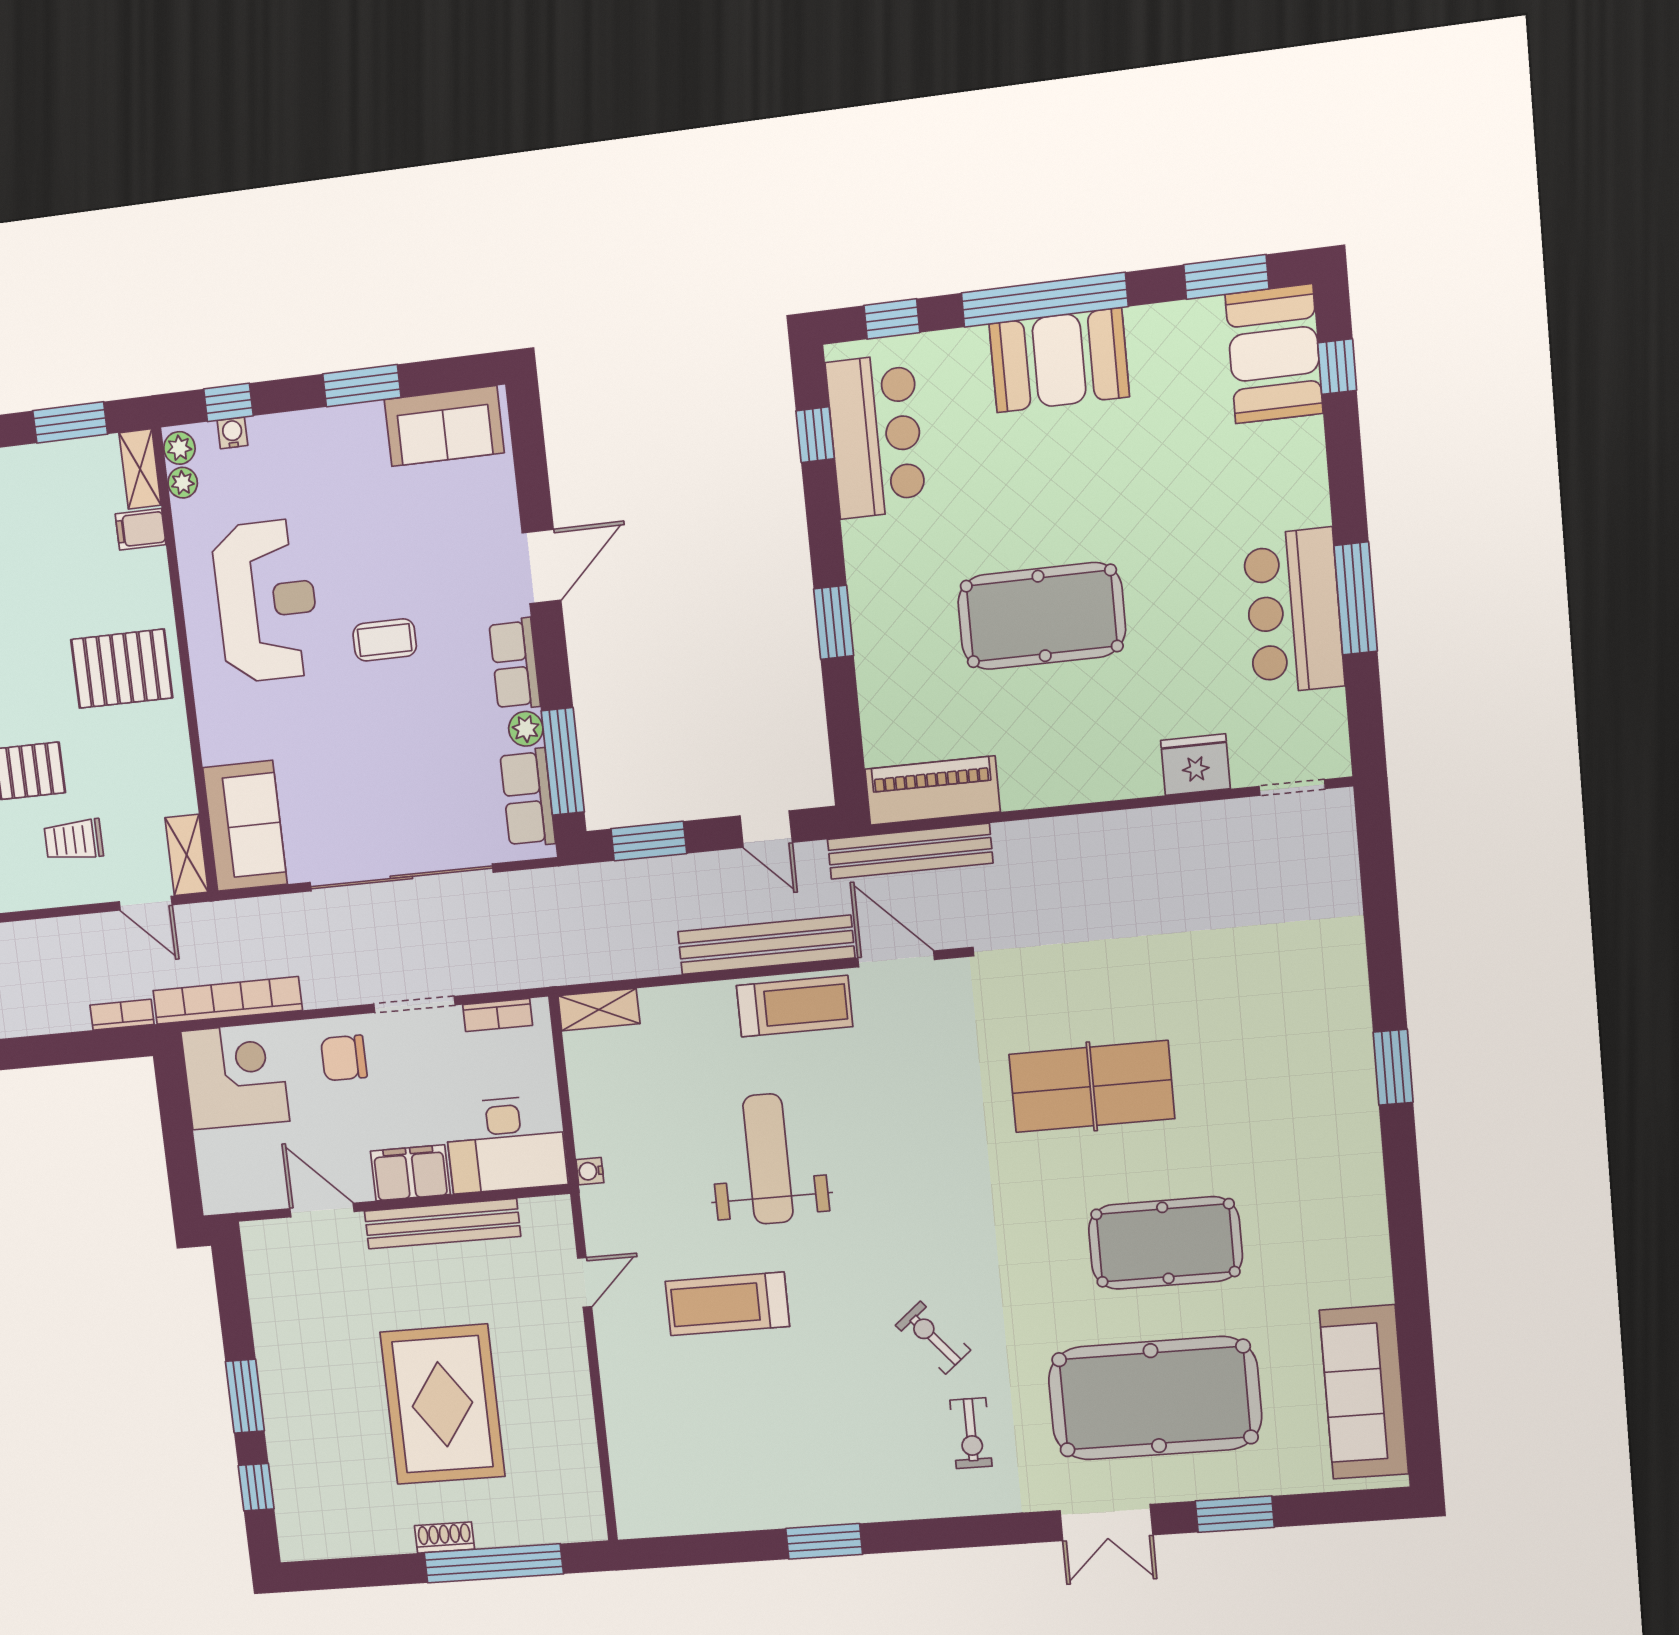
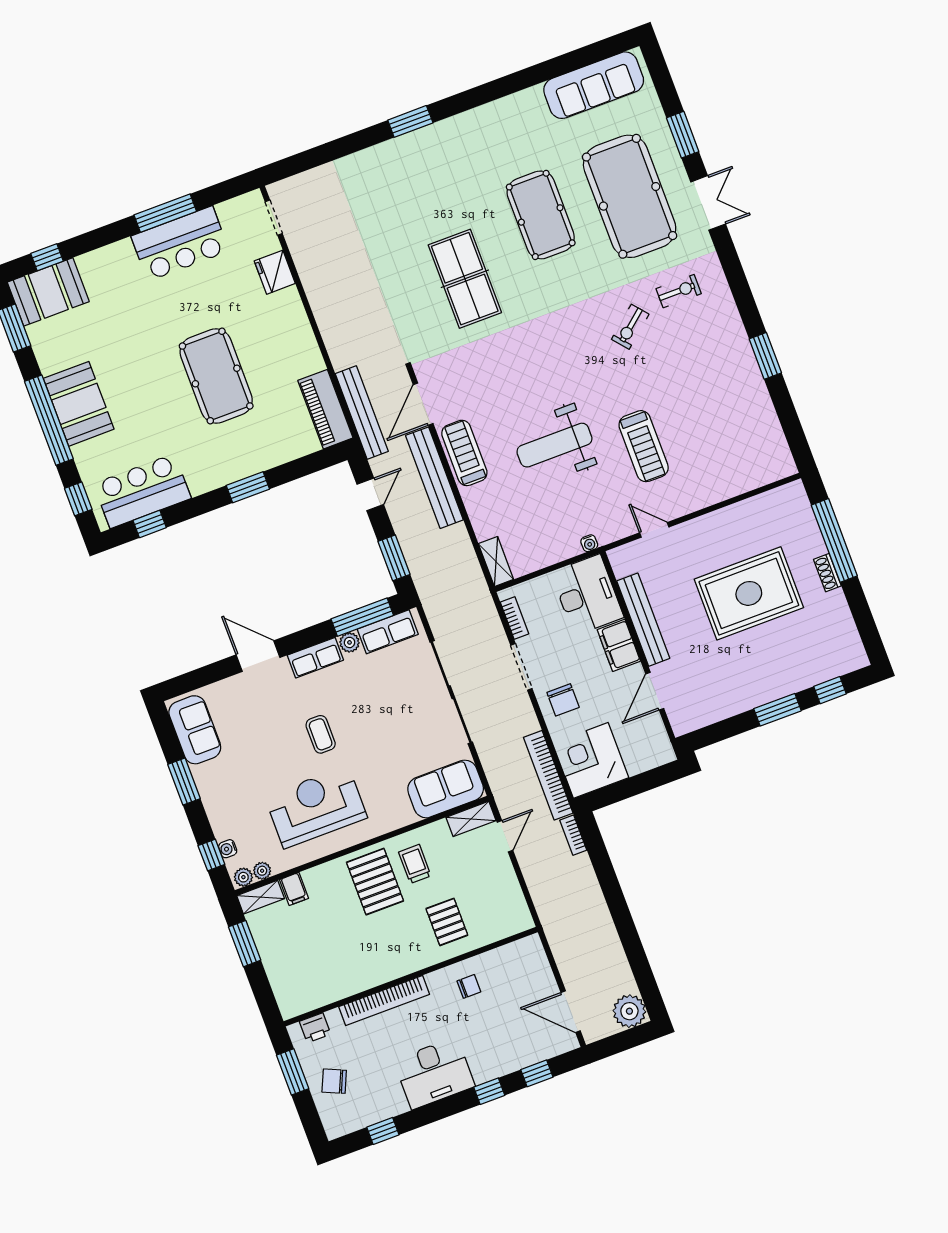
trolley: (74, 840) -> (415, 864), moved, turned 180

